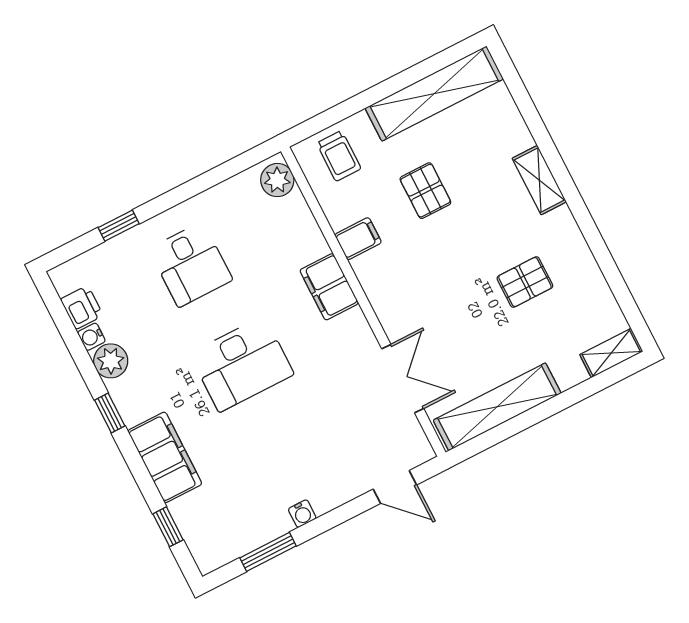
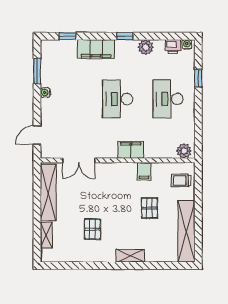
pallet: (425, 191) -> (149, 208), turned 90
desk: (191, 264) -> (168, 99), width x1.37
water cooler: (91, 337) -> (187, 44), moved
shelving: (611, 353) -> (46, 235), moved

